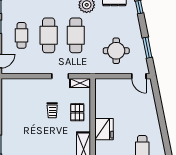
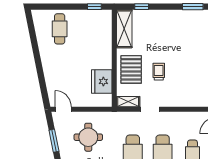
pallet: (77, 112) -> (131, 69), width x1.50, depth x1.42
fridge: (104, 129) -> (102, 81), moved

